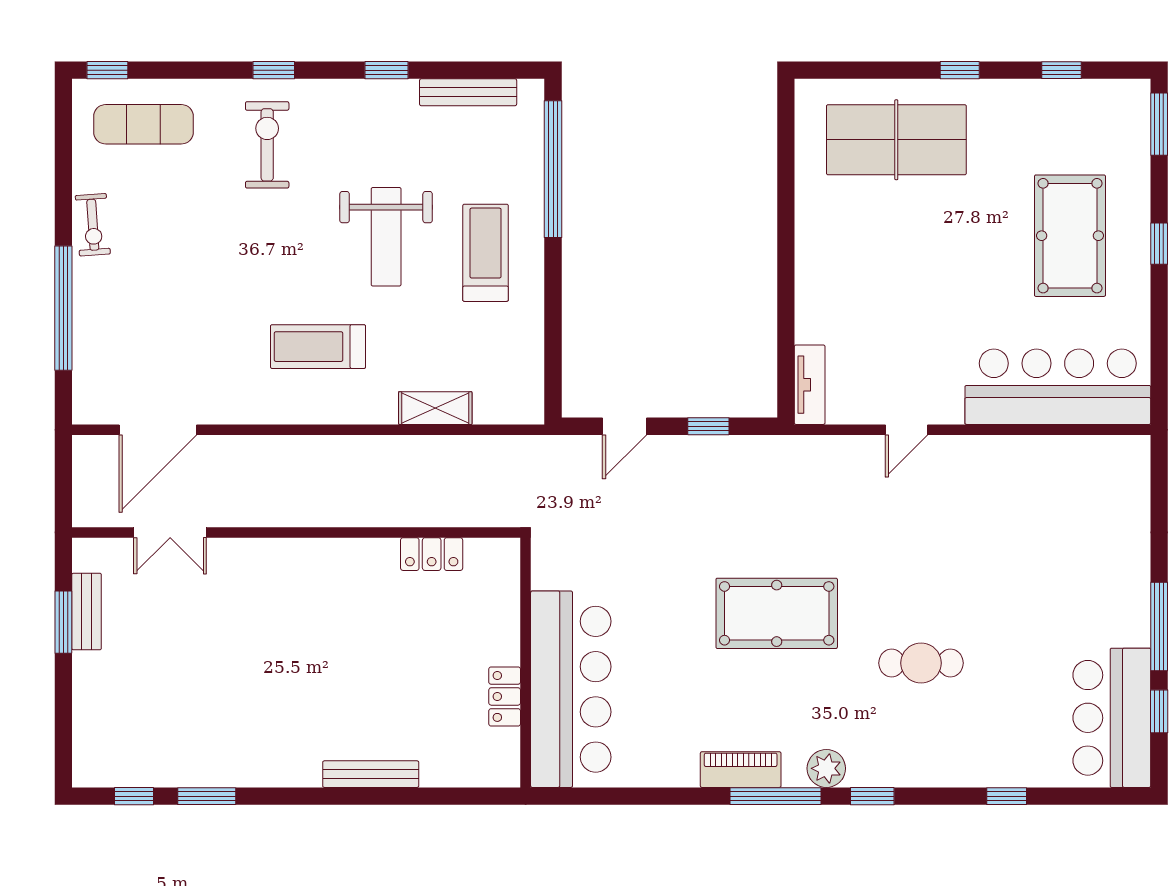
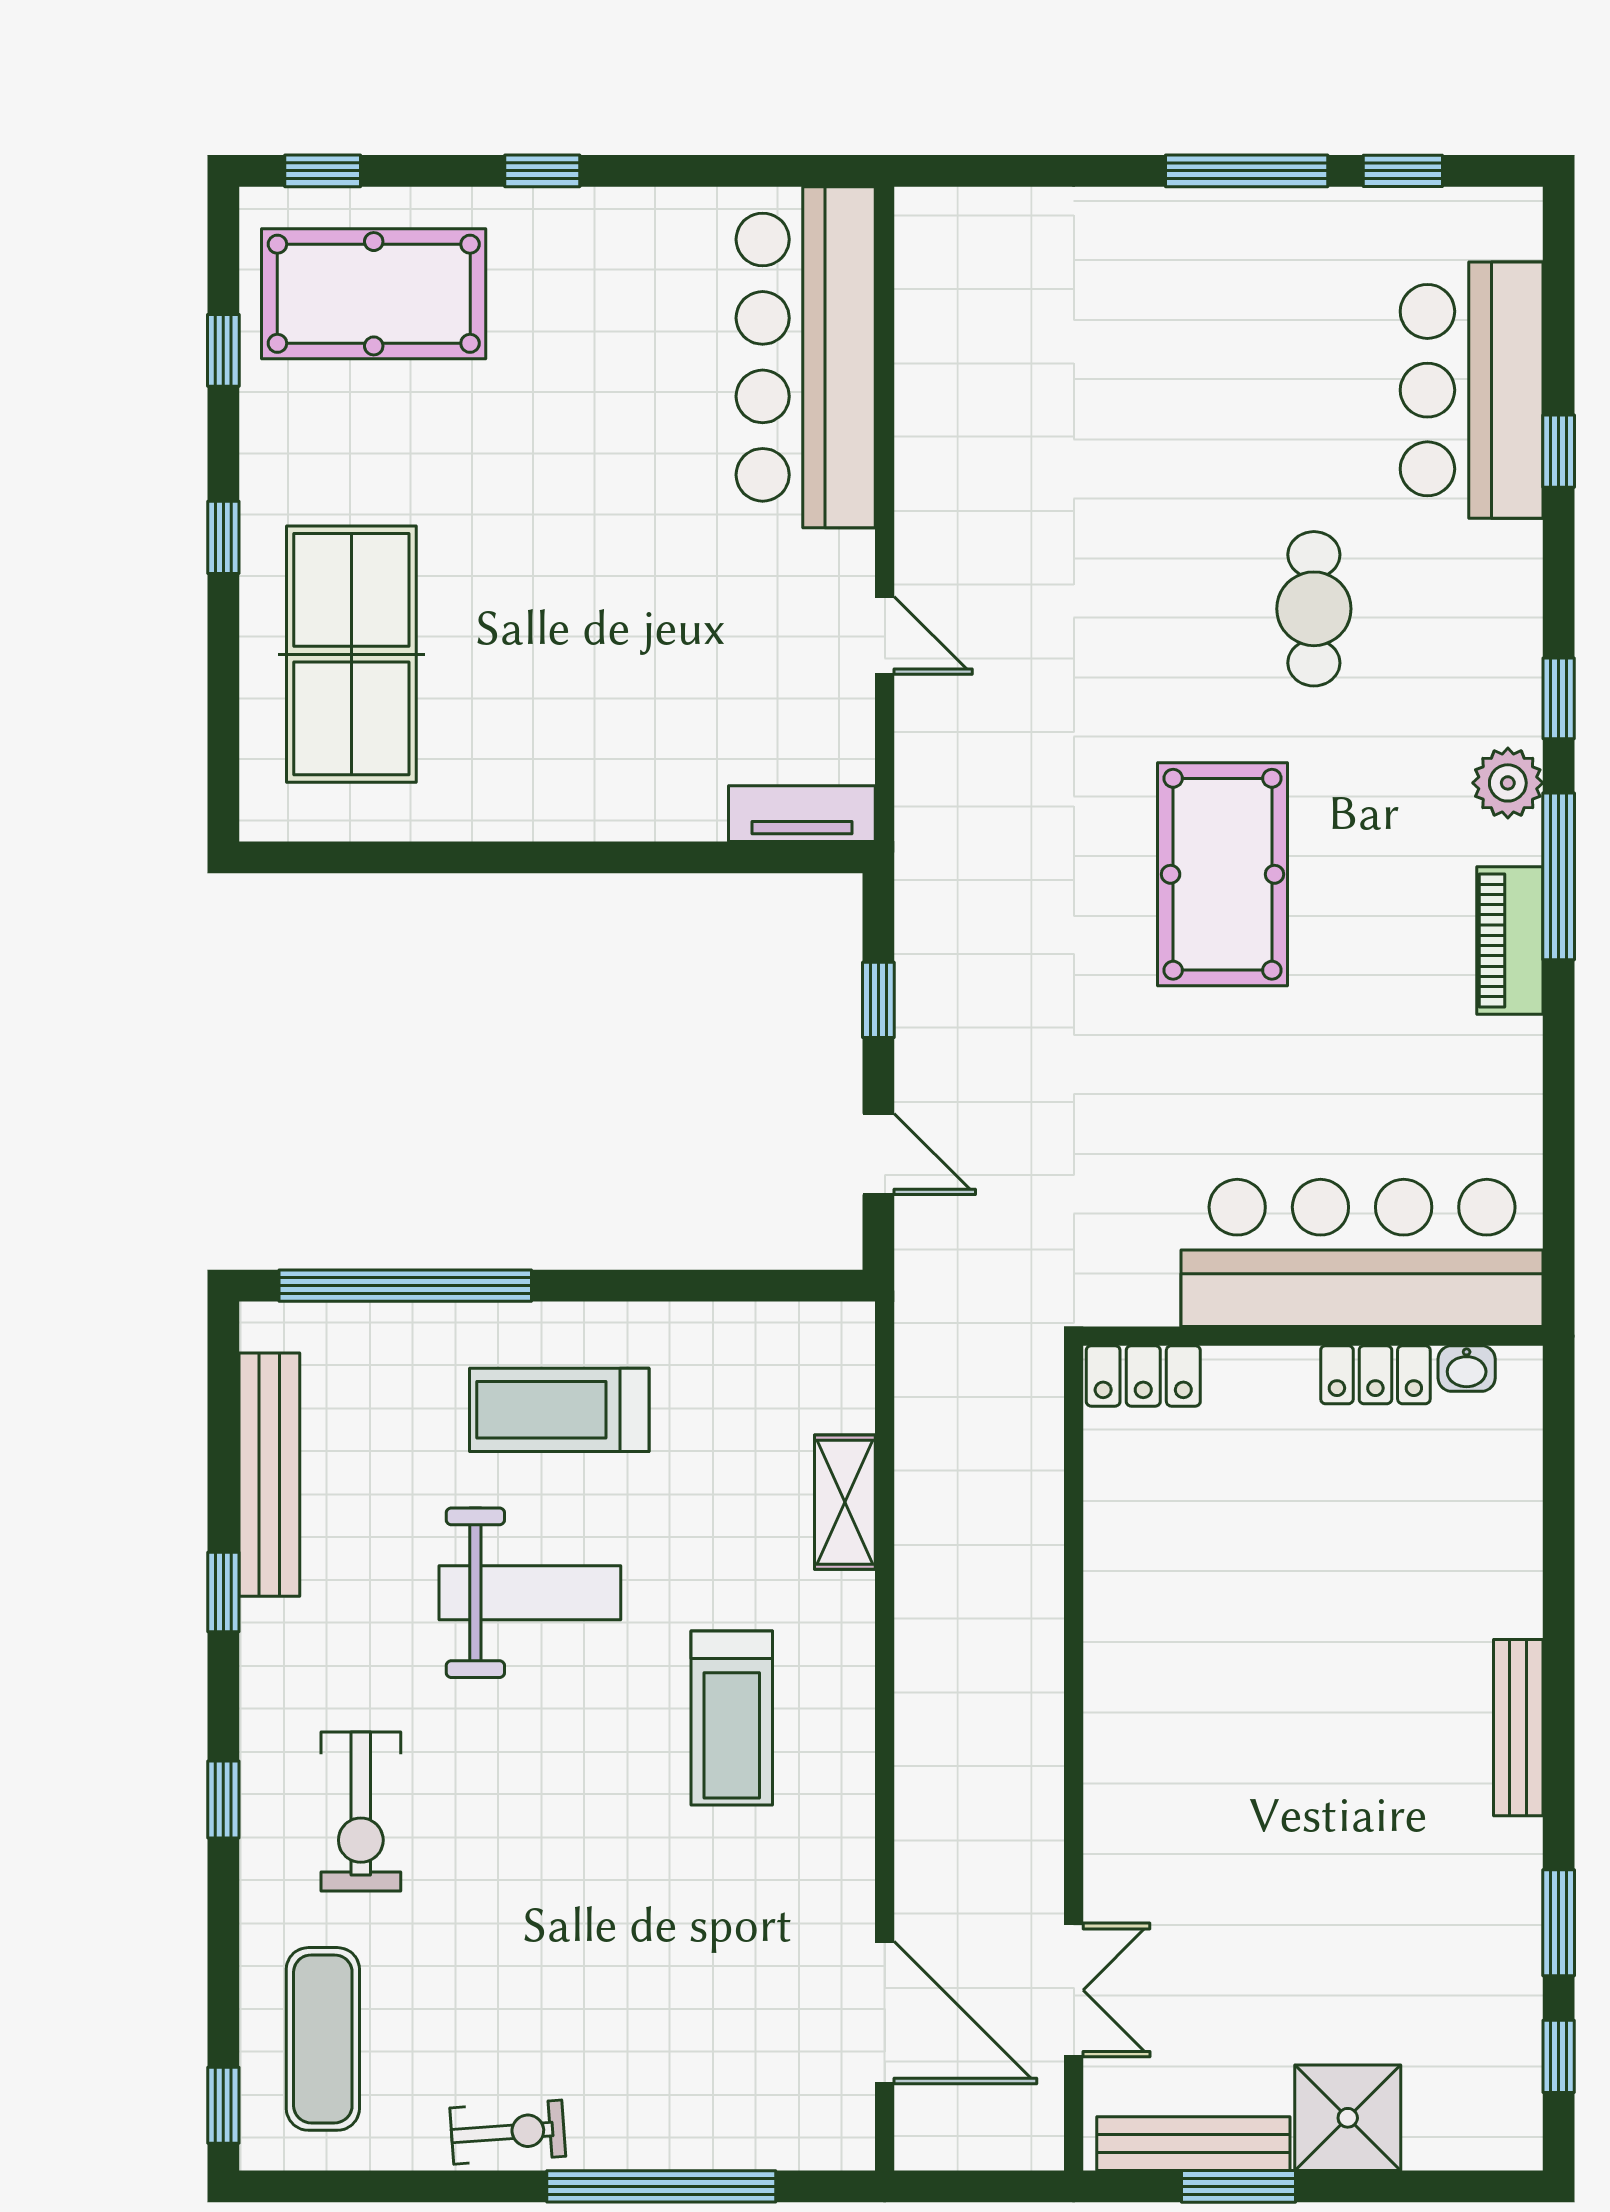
bench: (468, 92) -> (269, 1475), width x1.37, depth x1.21
window: (1159, 124) -> (323, 171), width x0.67
exercise bike: (267, 145) -> (361, 1812), turned -90
pool table: (1070, 236) -> (374, 294), moved
locker: (432, 554) -> (1143, 1376), moved, turned 90
bench: (87, 611) -> (1193, 2144), width x1.36
shower: (101, 681) -> (1348, 2118), added
bar counter: (1112, 718) -> (1472, 390), moved, turned 90
washbasin: (508, 746) -> (1467, 1368), added
bench: (371, 774) -> (1518, 1728), moved

